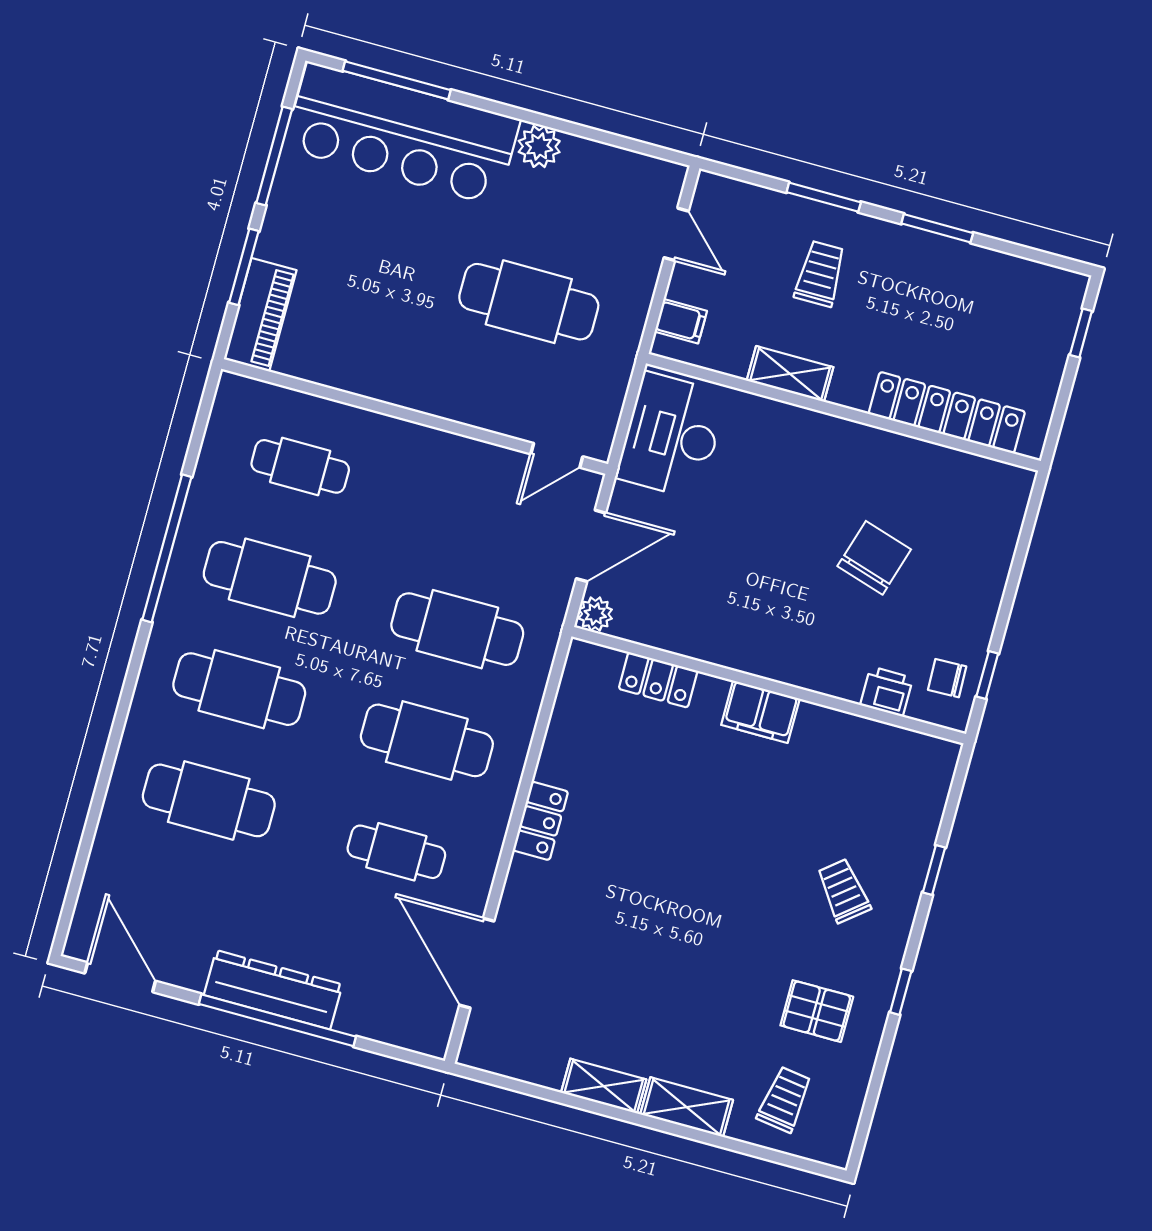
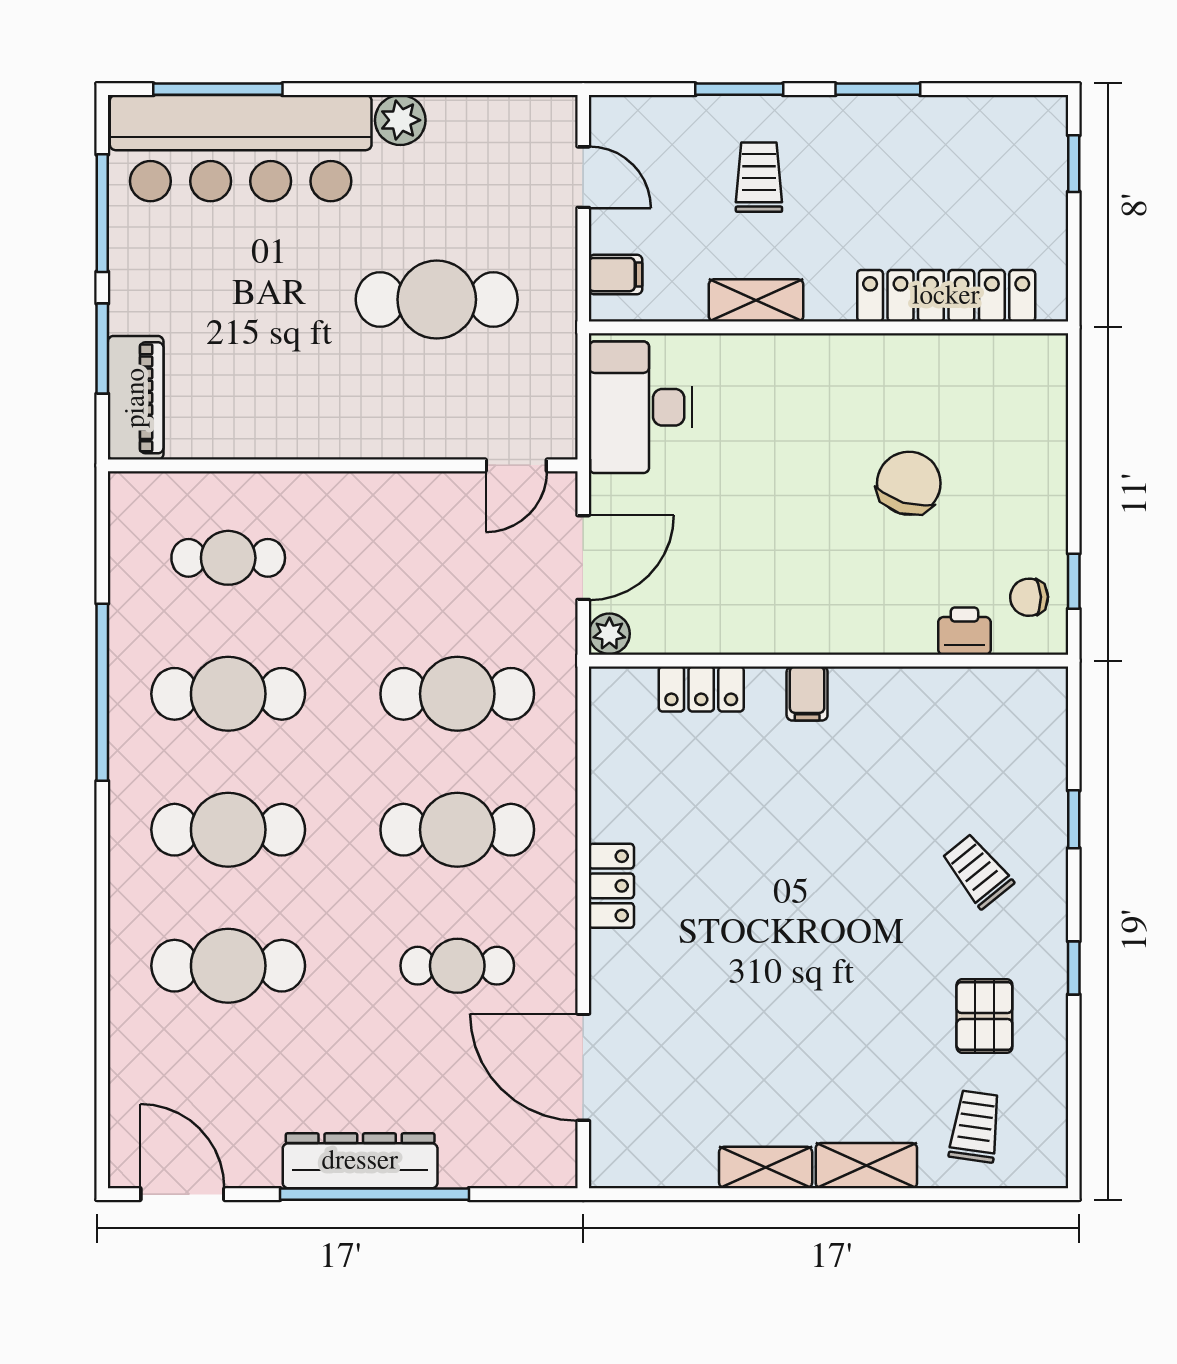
filing cabinet: (760, 712) -> (807, 693), width x0.50
pallet: (817, 1011) -> (984, 1016), turned 90

